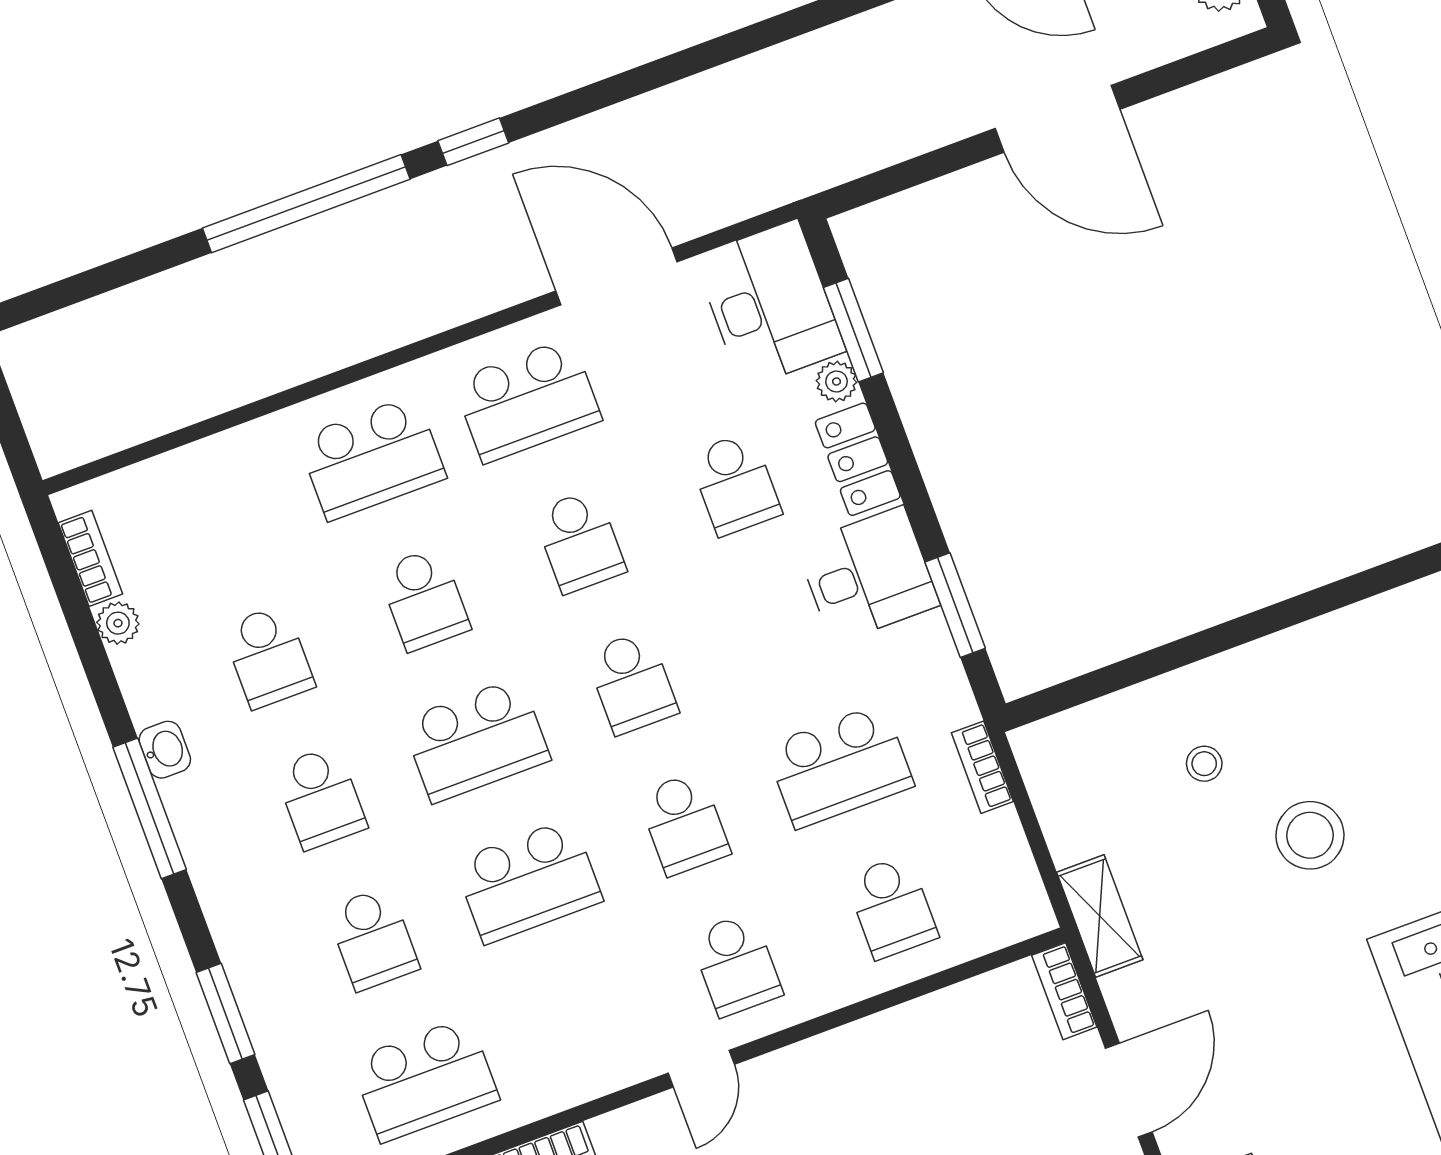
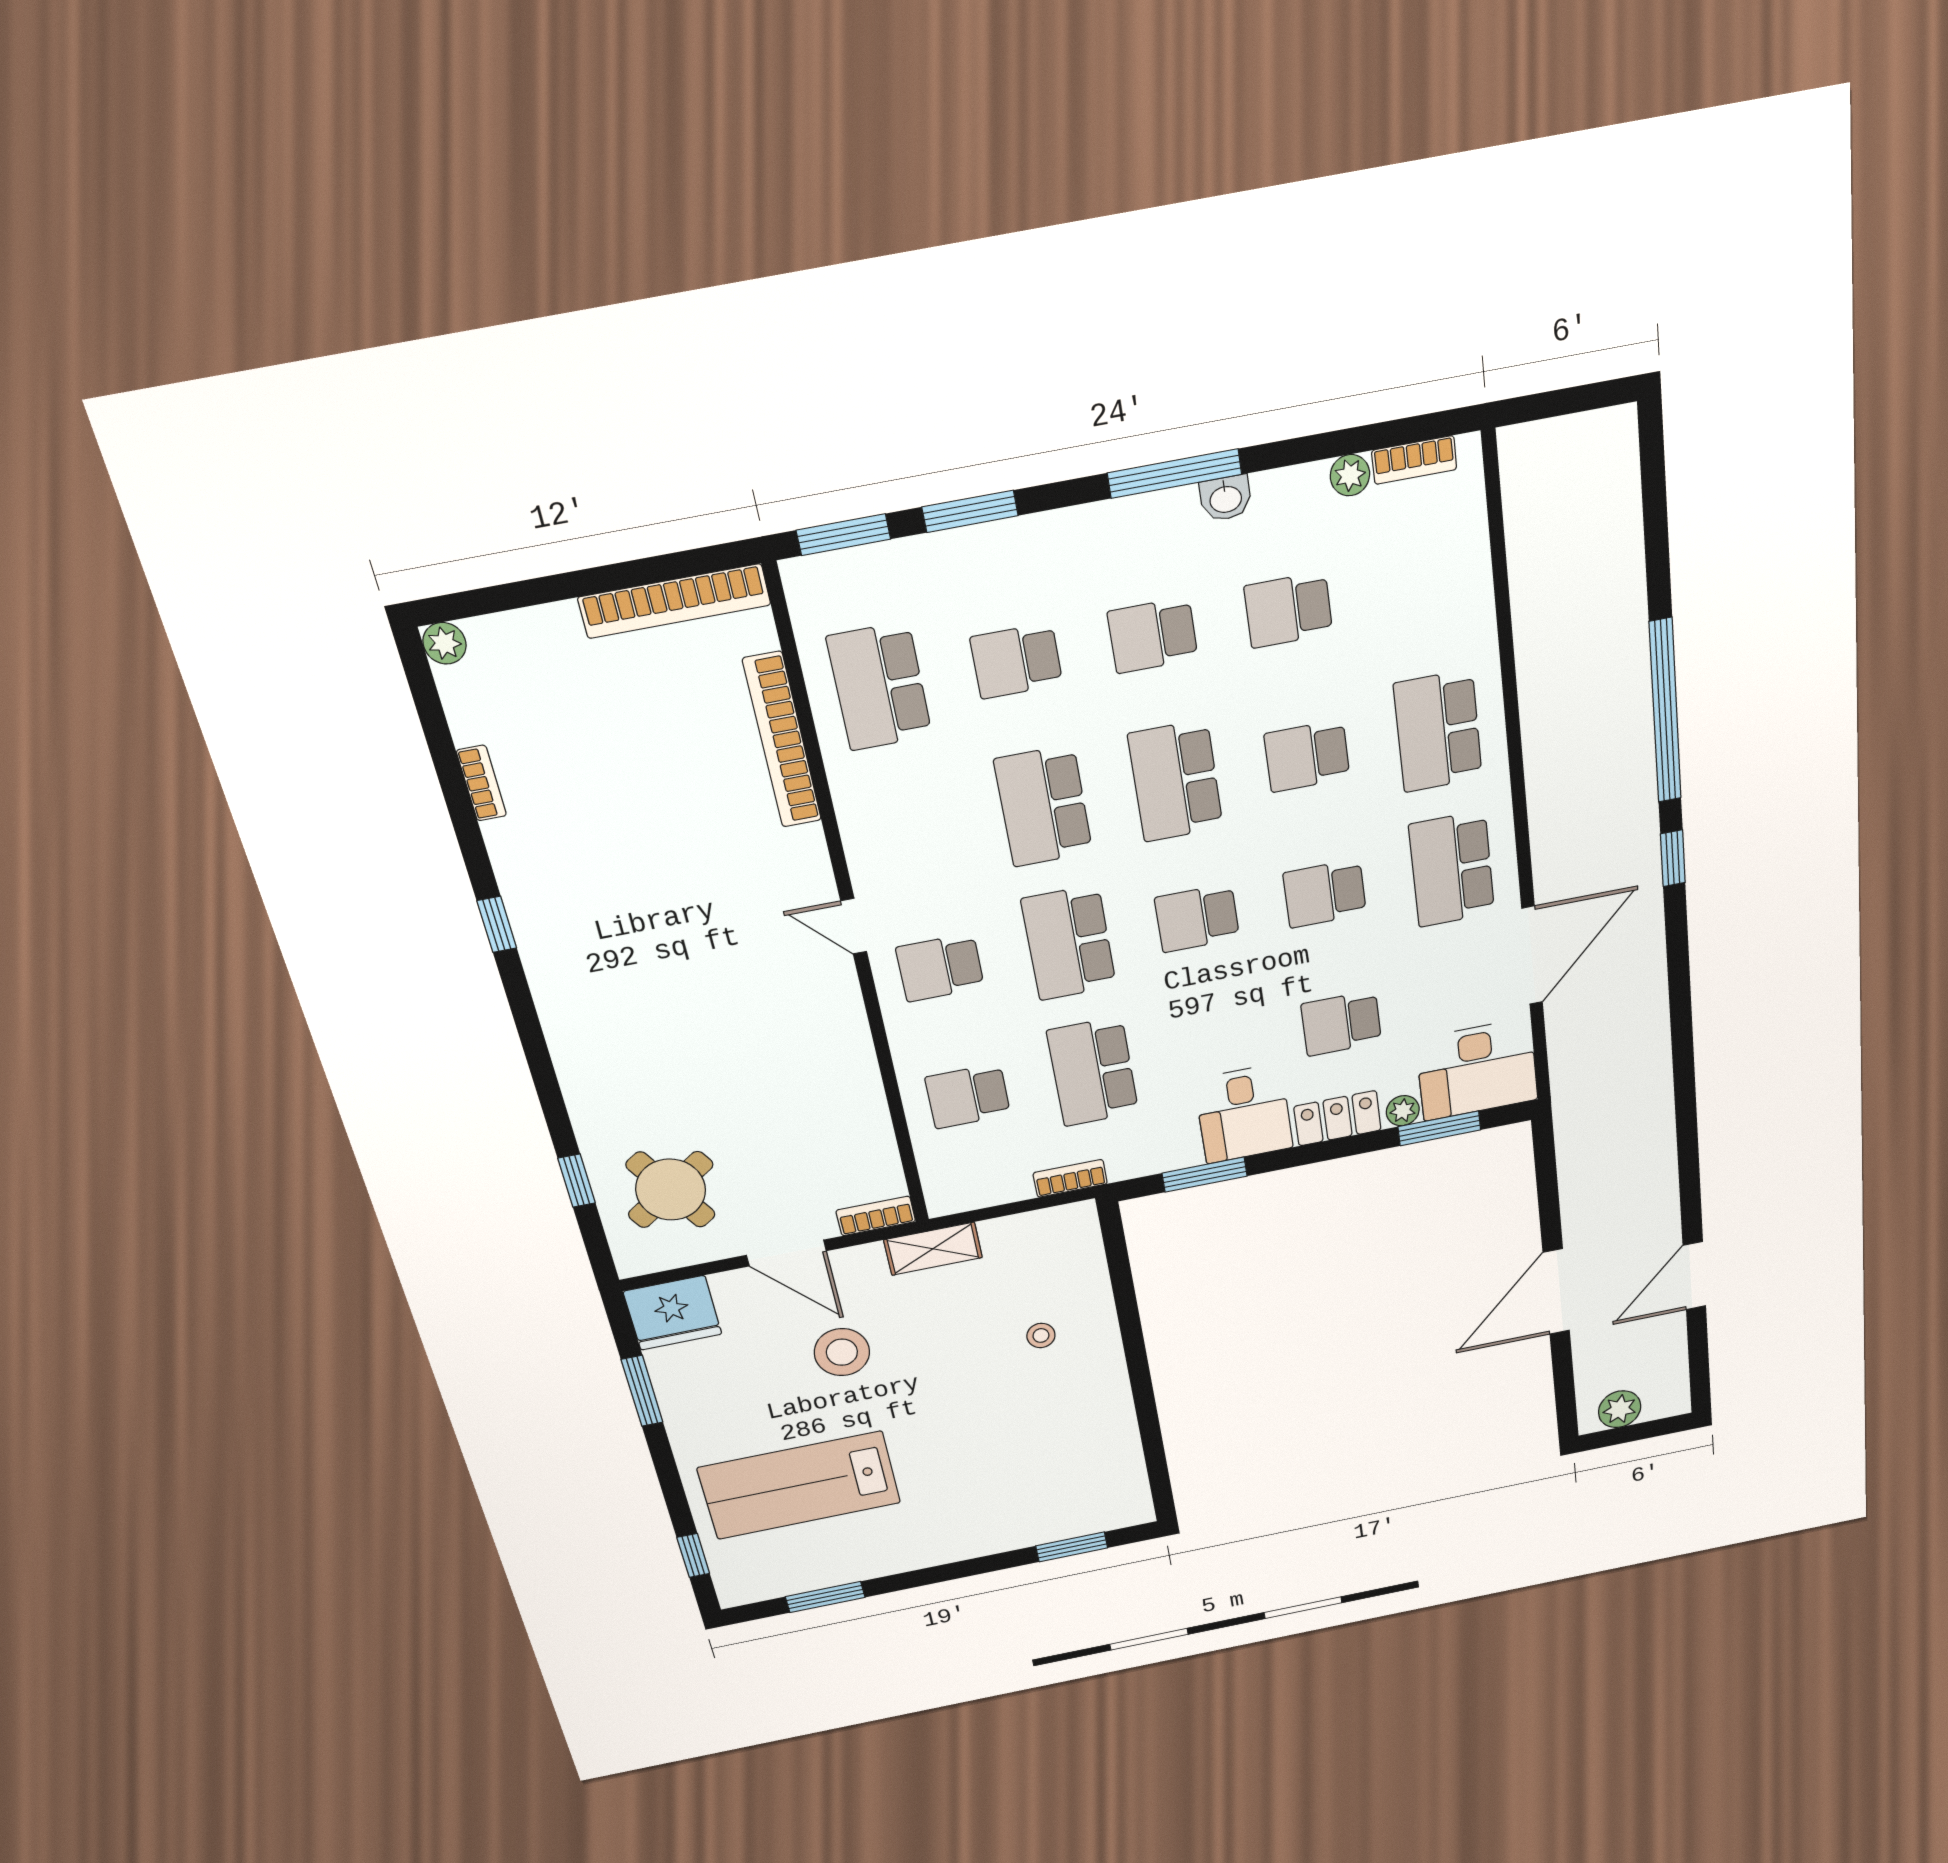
school desk: (684, 824) -> (1069, 943), width x1.85
stool: (1310, 835) -> (842, 1352), moved

